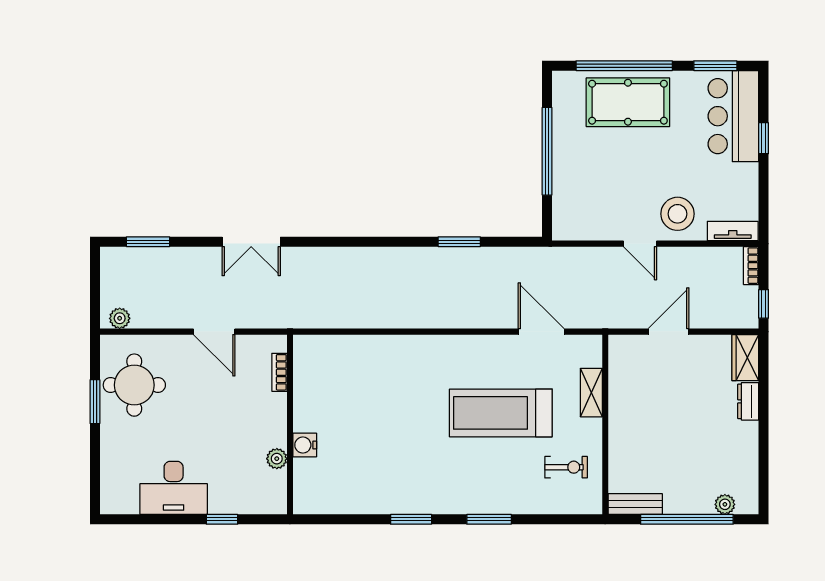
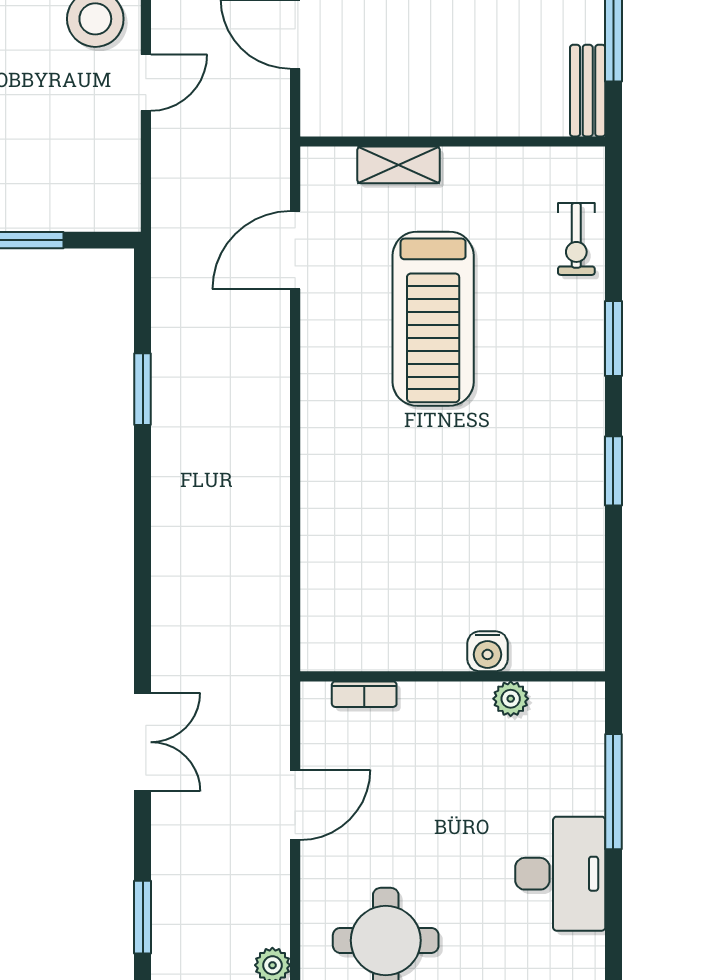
exercise bike: (566, 467) -> (576, 239), moved, turned 180
window: (222, 519) -> (613, 792), width x2.17

